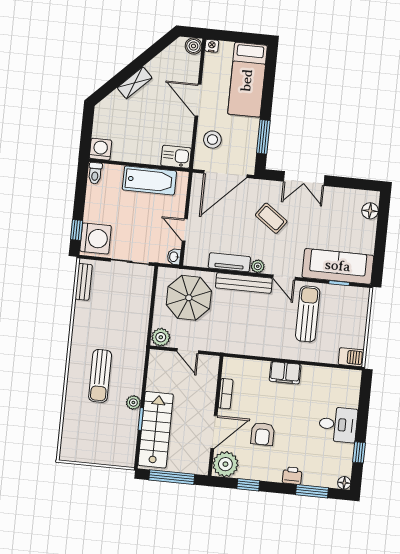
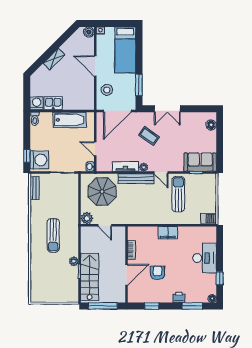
kitchen sink: (176, 157) -> (53, 103), moved
sofa: (338, 266) -> (200, 162), width x0.73
sun lounger: (100, 376) -> (53, 235), moved
desk: (338, 425) -> (205, 258), width x1.37
armchair: (263, 434) -> (157, 273), turned 180
plant: (225, 464) -> (136, 294), removed

